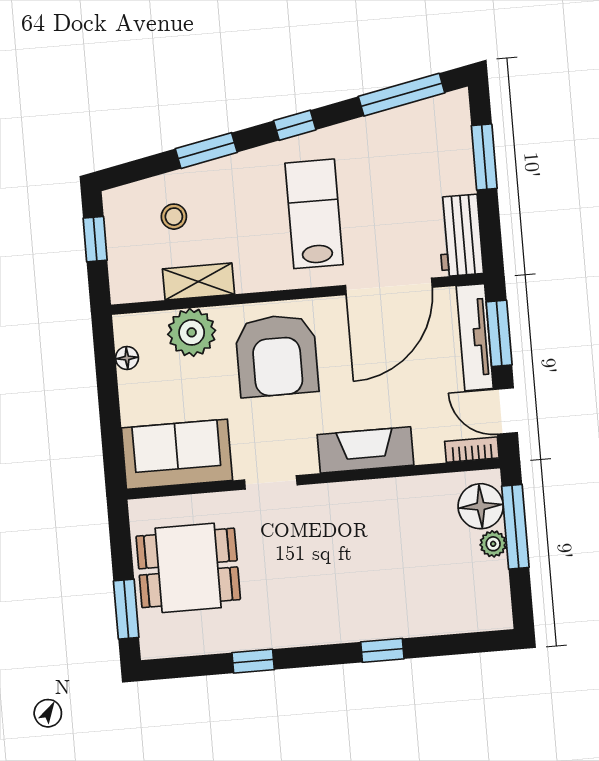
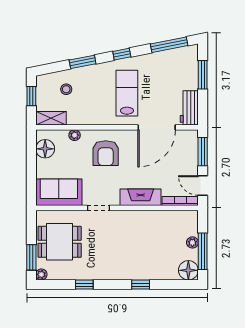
shelving: (198, 282) -> (51, 118), moved
plant: (192, 332) -> (75, 135), width x0.53, depth x0.53
tv unit: (475, 337) -> (192, 152), removed
armchair: (277, 356) -> (106, 153), width x0.73, depth x0.73
floor lamp: (127, 358) -> (45, 149), width x1.89, depth x1.89
bookcase: (472, 450) -> (180, 201), width x1.56
floor lamp: (481, 506) -> (188, 270), moved
window: (515, 527) -> (203, 251), moved
plant: (153, 646) -> (41, 274), added

